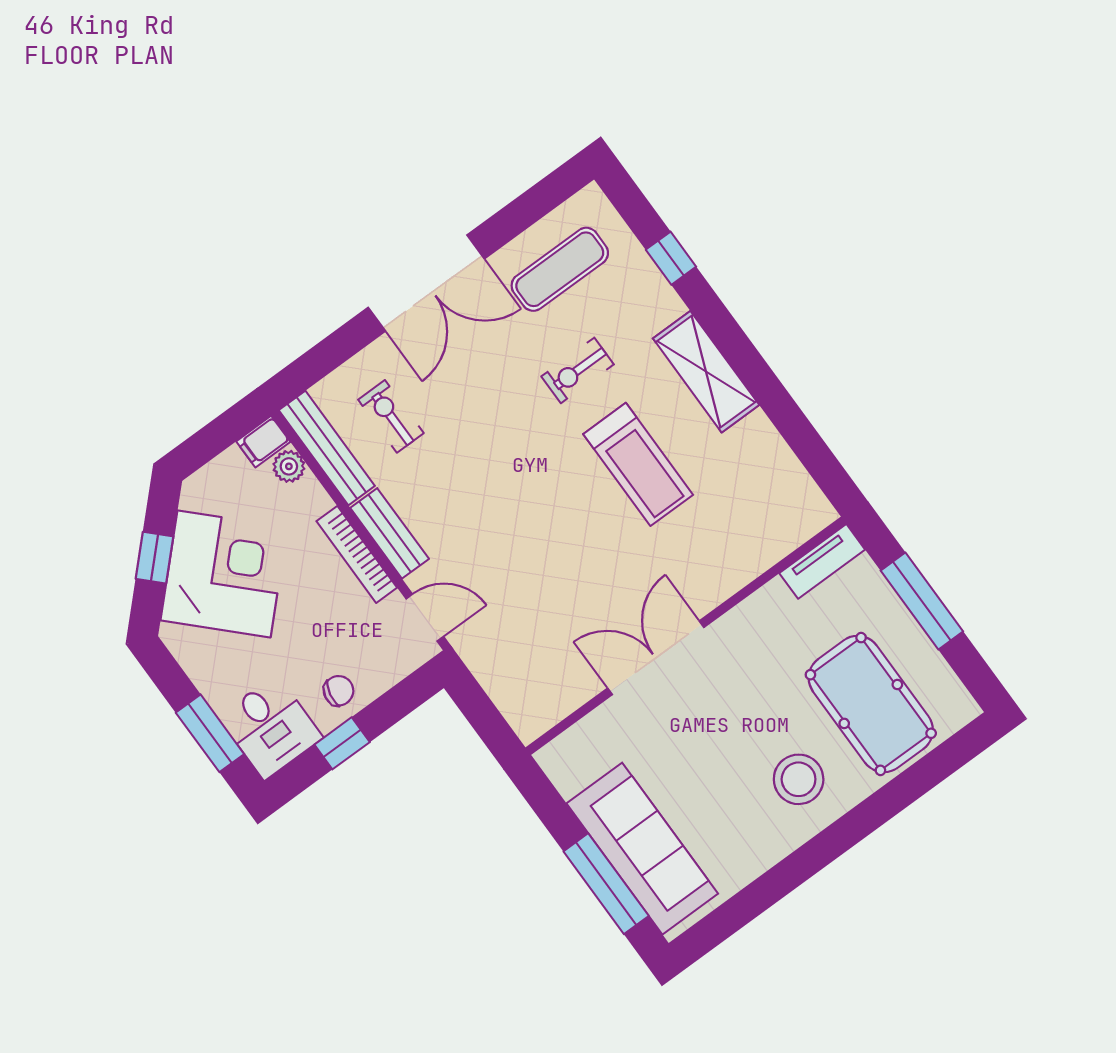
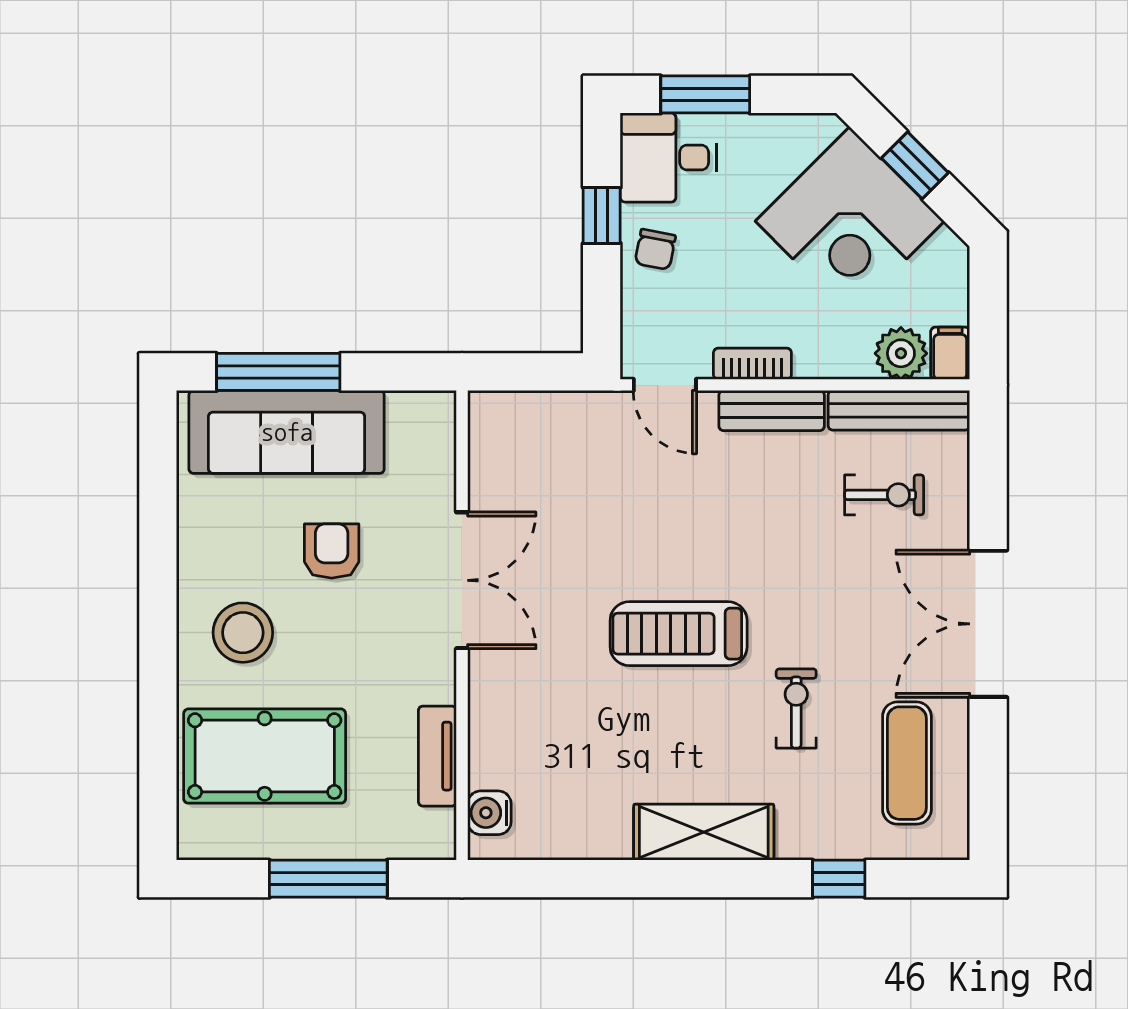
treadmill: (638, 464) -> (679, 634), moved
plant: (289, 466) -> (901, 353), width x1.38, depth x1.38
water cooler: (798, 525) -> (489, 813), added
bookcase: (357, 554) -> (752, 364), width x0.64
tv unit: (822, 561) -> (437, 756), moved
door: (425, 618) -> (665, 385), hinge flipped
armchair: (700, 760) -> (332, 551), added

